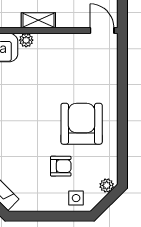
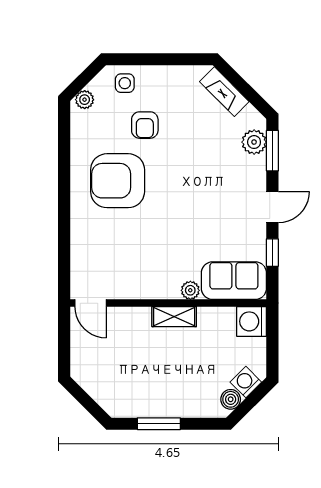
armchair: (82, 124) -> (118, 181), turned 90
armchair: (61, 166) -> (145, 125), turned -90

